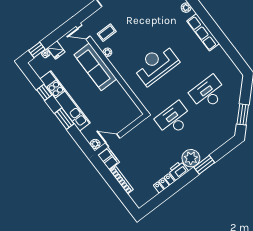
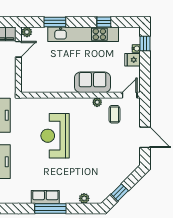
window: (213, 27) -> (50, 208), added
row of seats: (203, 32) -> (45, 197), width x0.68
reception desk: (156, 65) -> (55, 136), turned 180
sofa: (95, 67) -> (93, 82), width x0.73
window: (64, 119) -> (55, 22), moved

